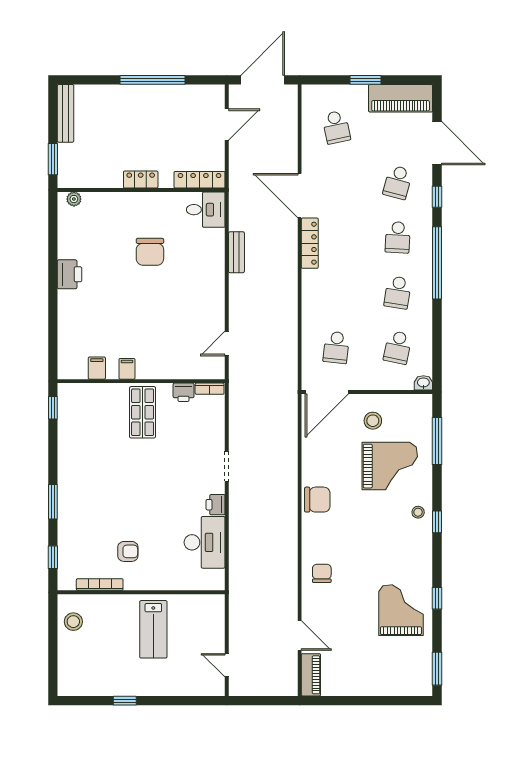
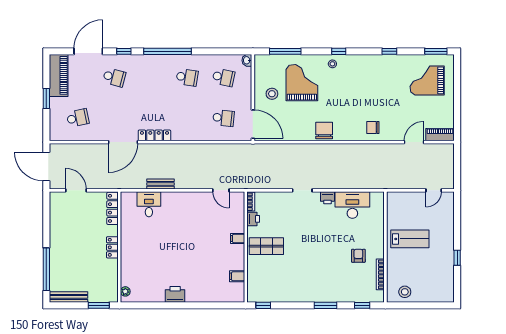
window: (153, 80) -> (46, 269), moved
desk: (206, 210) -> (149, 204), moved
school desk: (398, 237) -> (151, 77), removed
chair: (150, 252) -> (160, 241), removed
filing cabinet: (127, 369) -> (238, 238), moved
grand piano: (401, 610) -> (427, 80), moved

